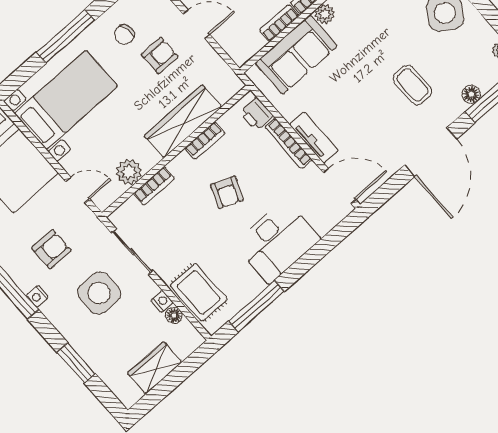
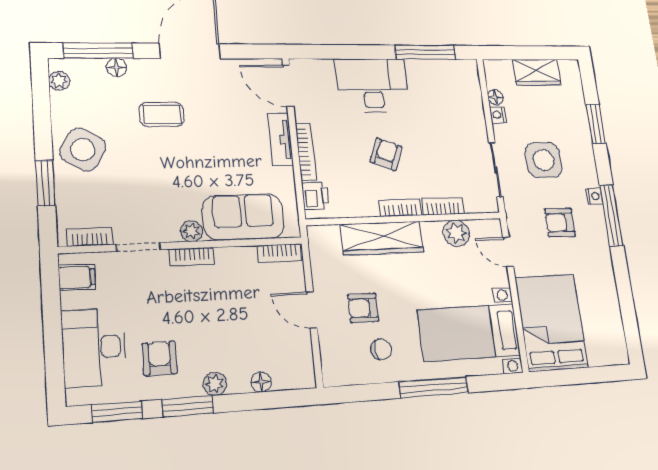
bookcase: (279, 23) -> (280, 253), moved
coffee table: (412, 85) -> (161, 114), turned 90
bookcase: (205, 141) -> (400, 208), moved
rug: (199, 292) -> (464, 98), removed

